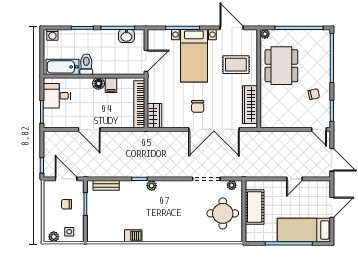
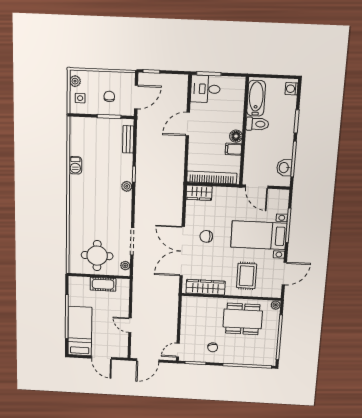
desk: (57, 96) -> (205, 89), moved, turned -90
cot: (255, 207) -> (103, 284), width x0.73, depth x0.75

